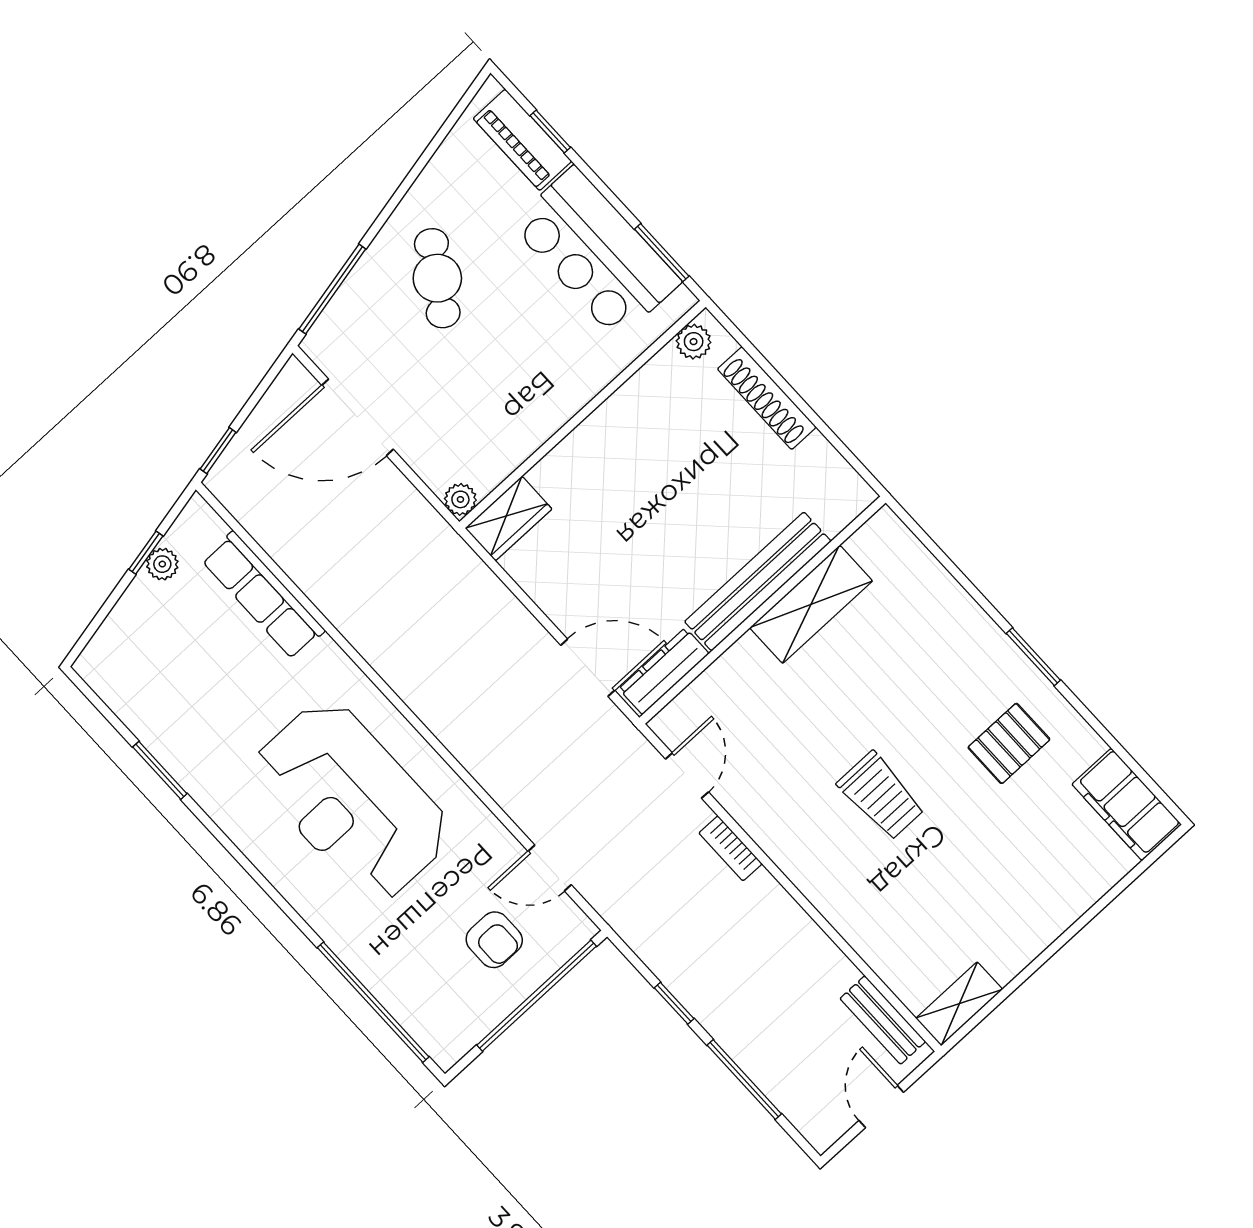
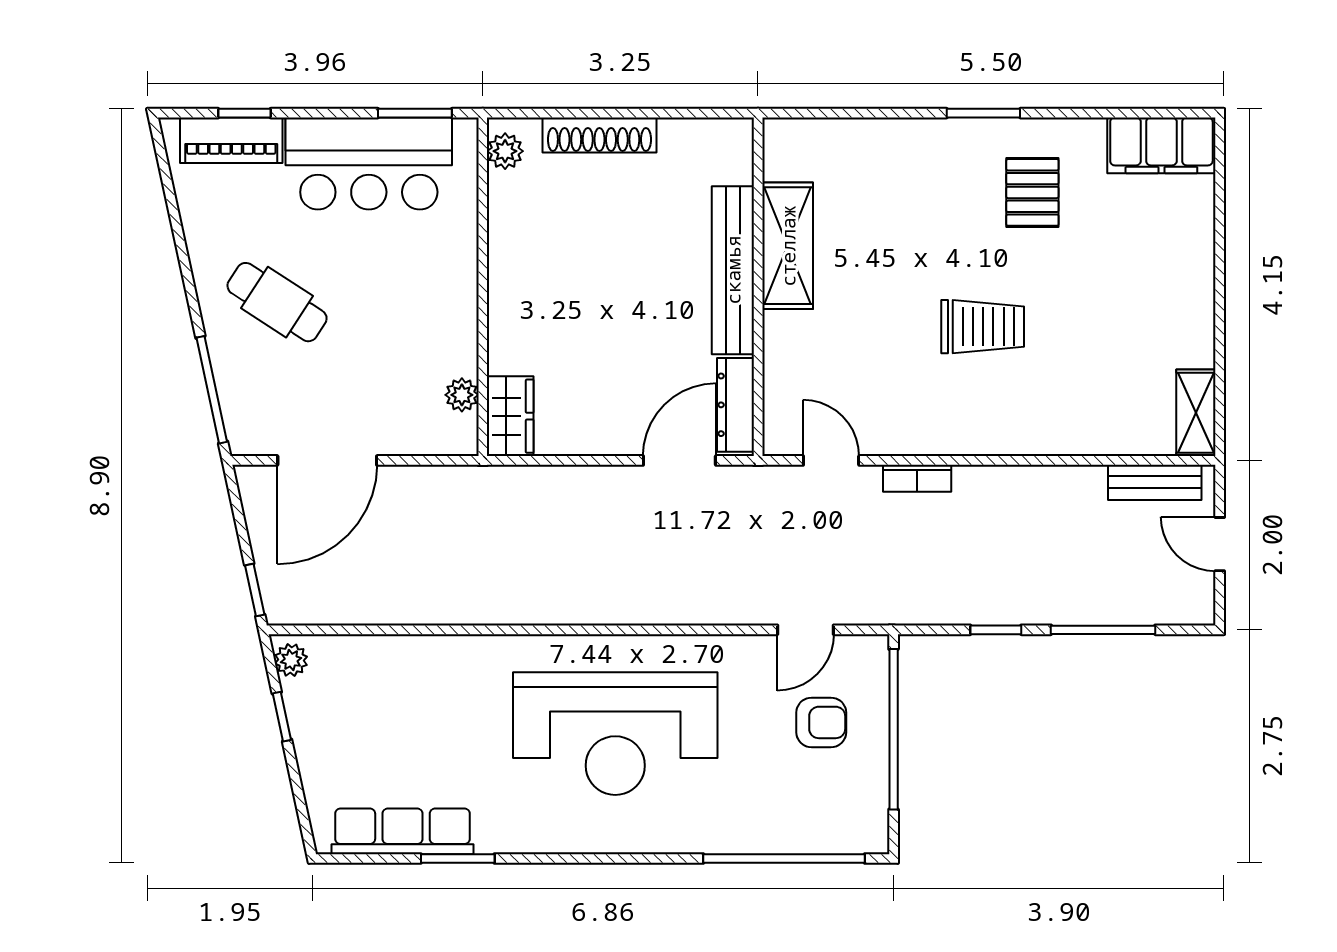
plant: (460, 499) -> (462, 395), moved
plant: (162, 564) -> (291, 660), moved
row of seats: (263, 595) -> (402, 831), moved, turned 180

